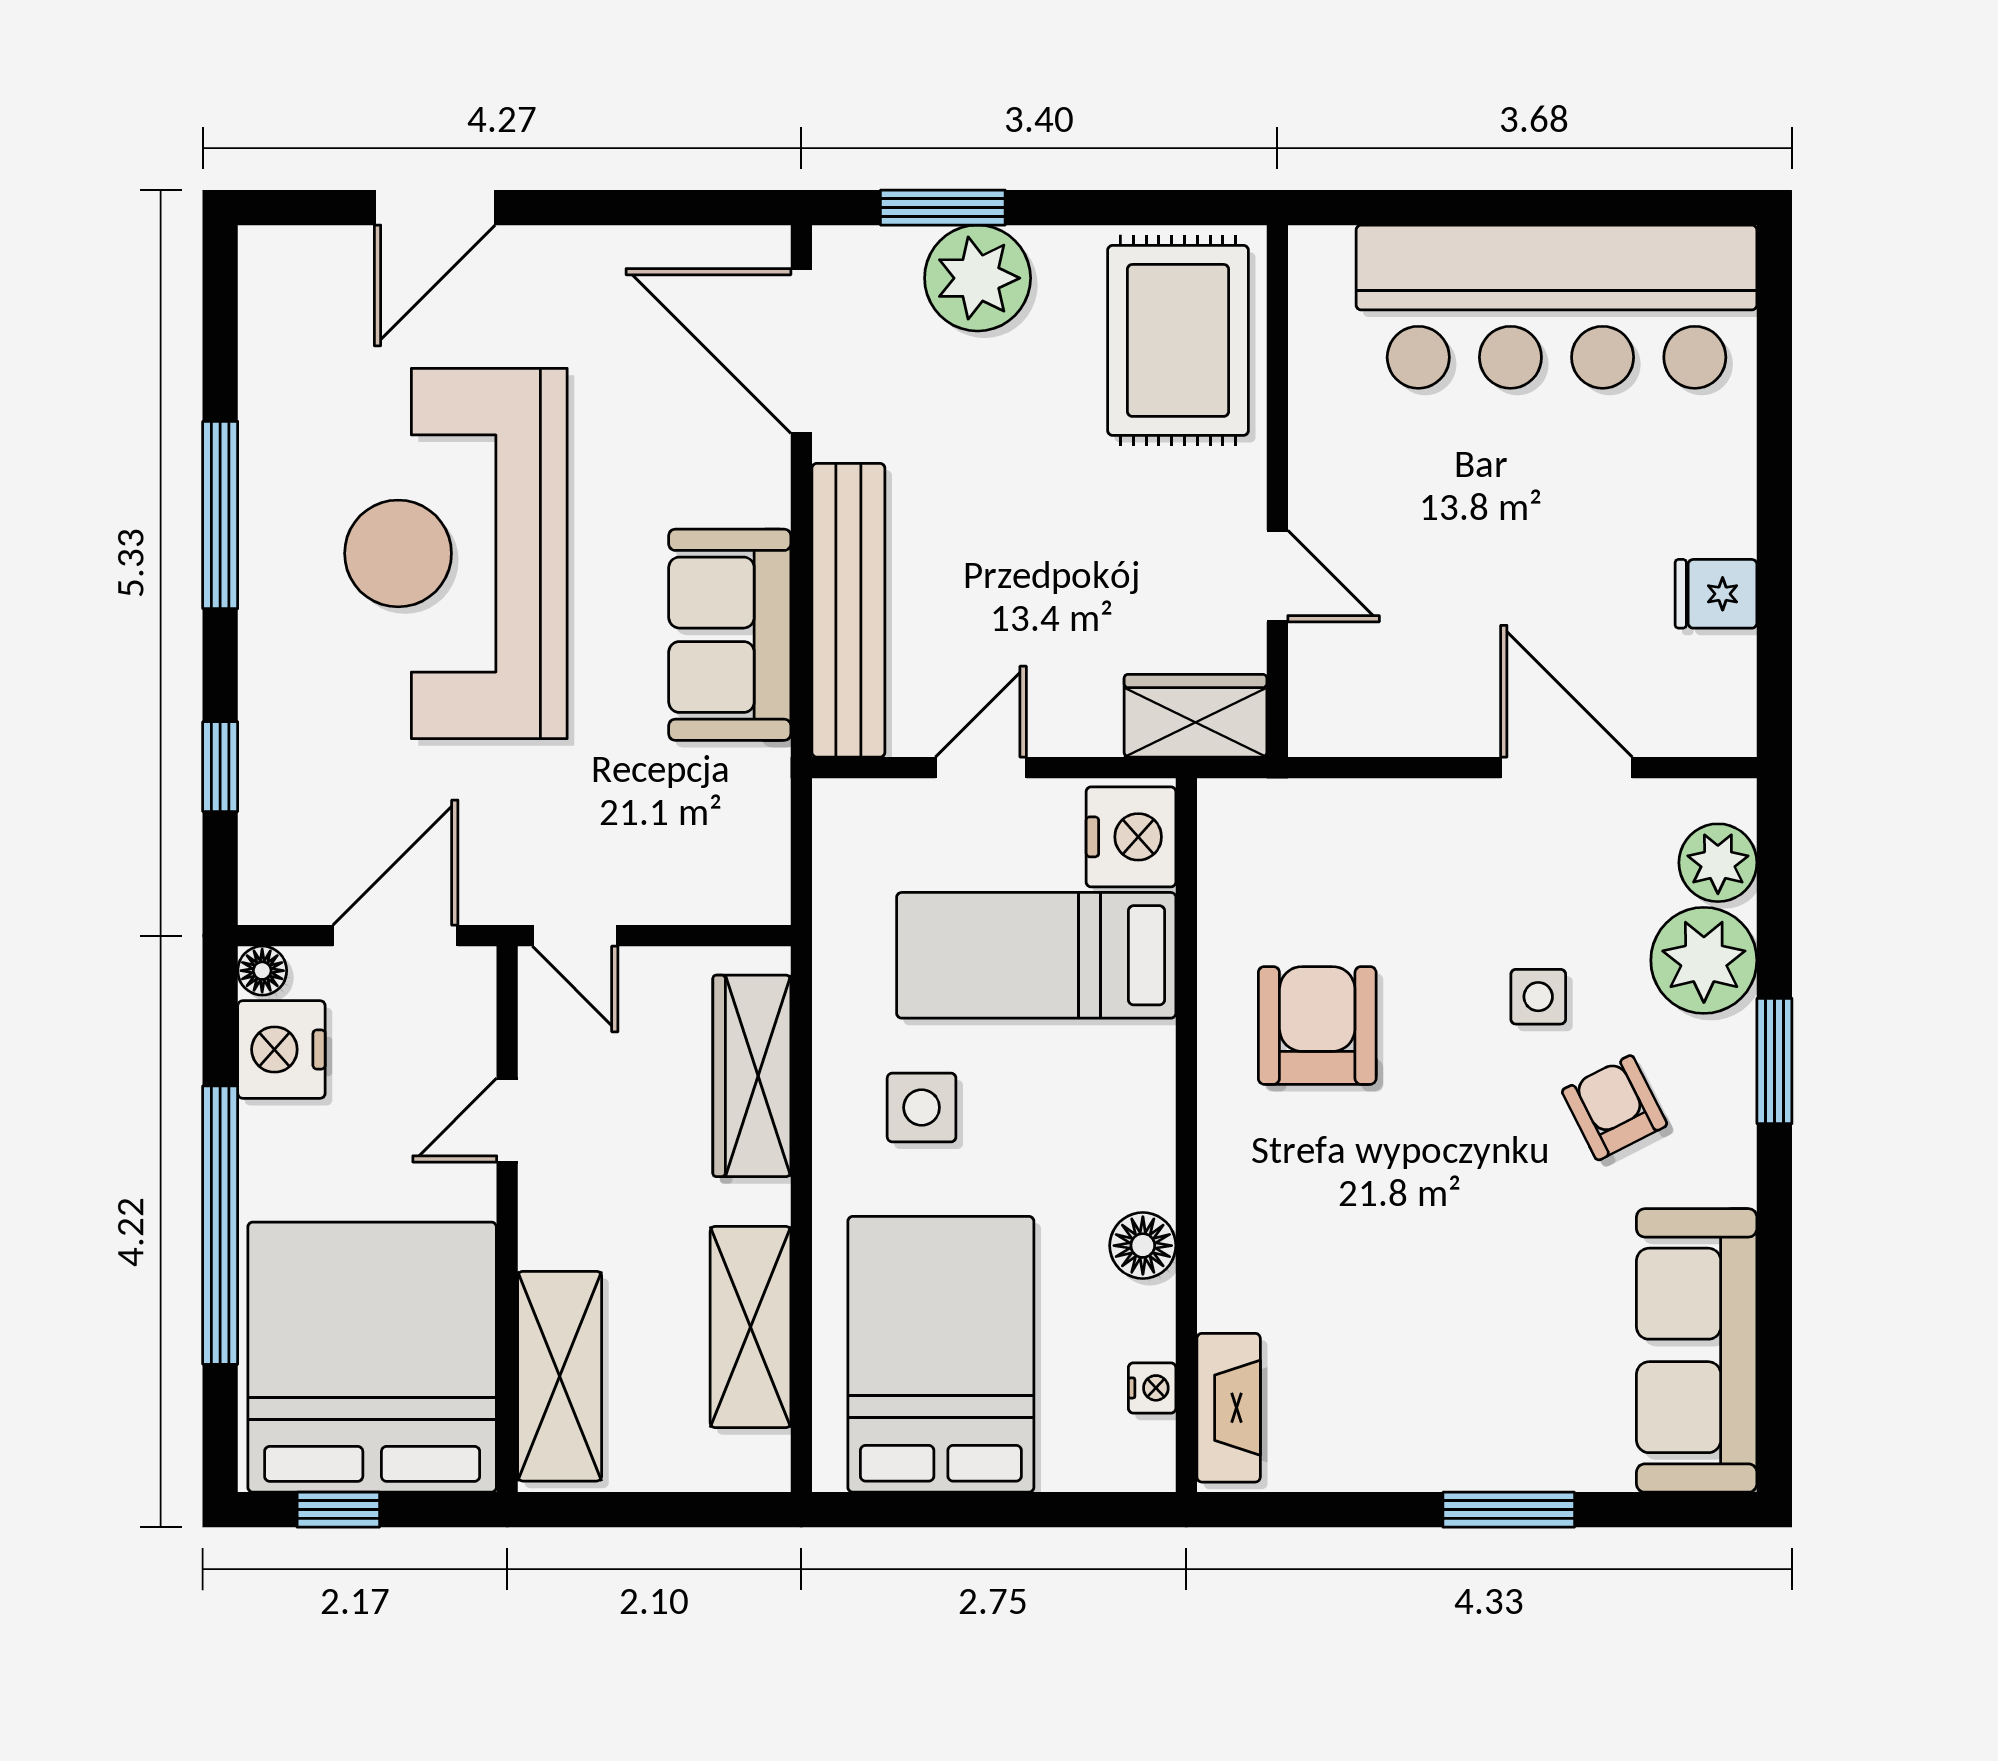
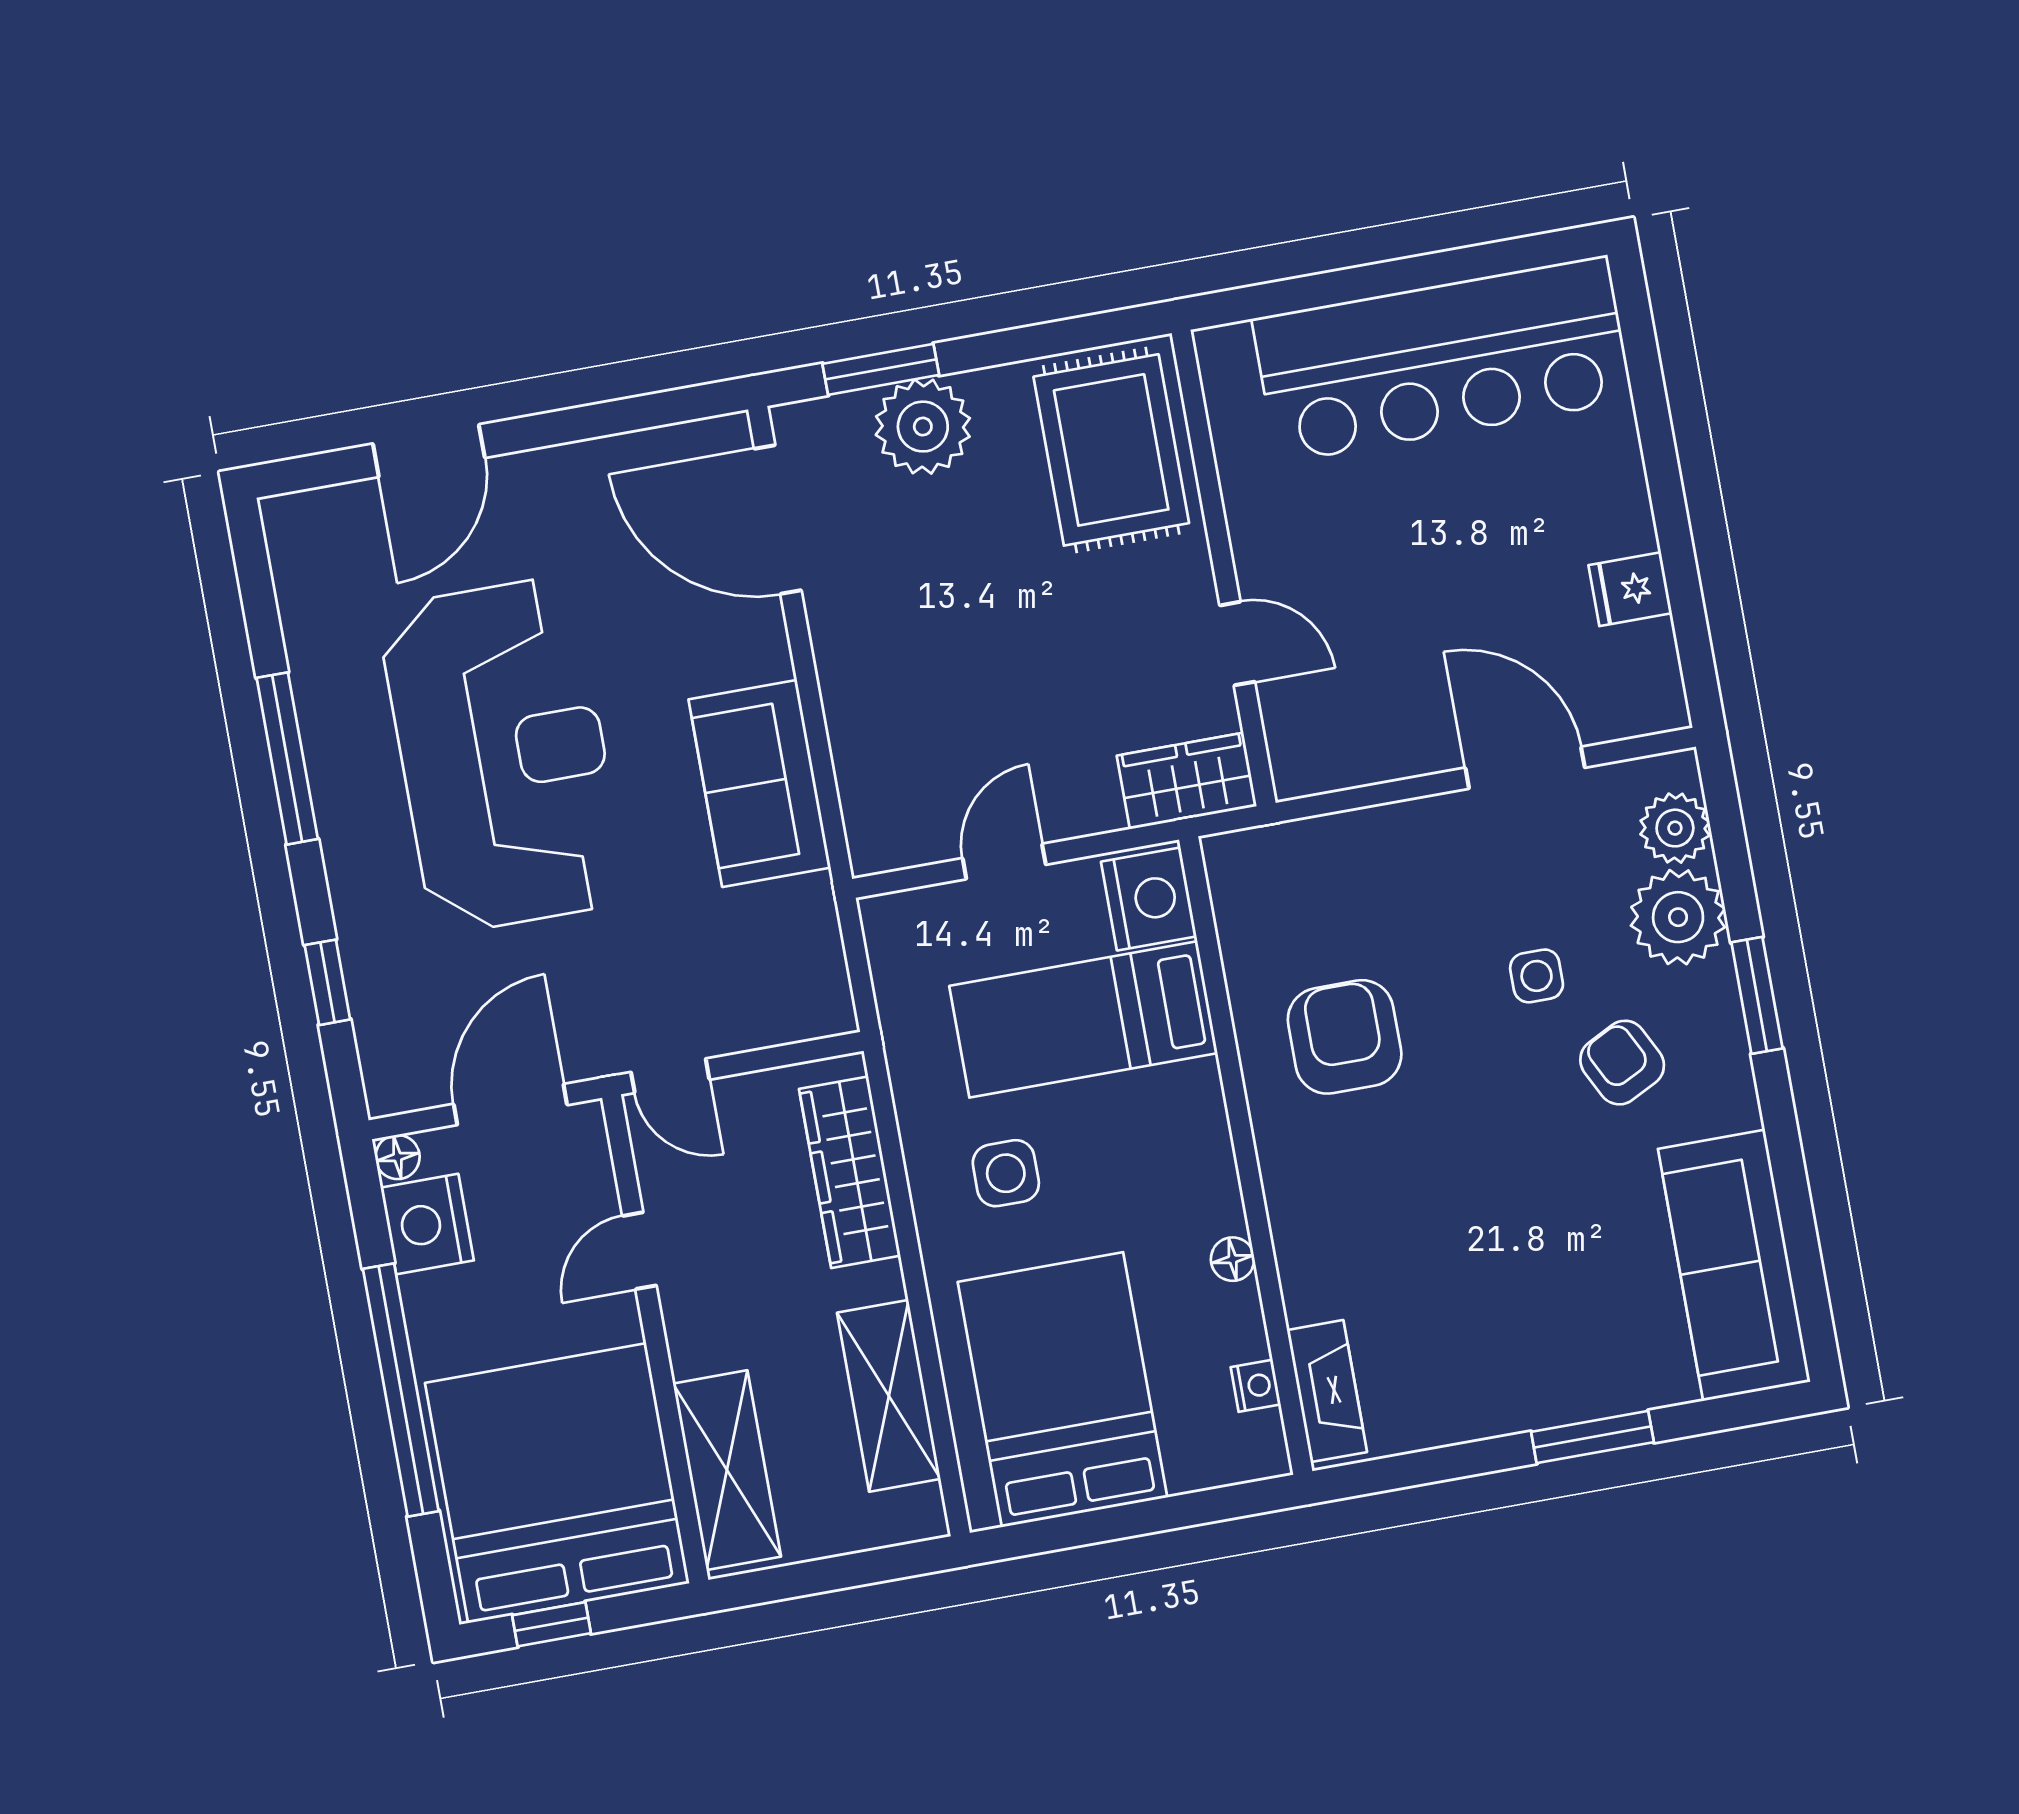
reception desk: (456, 553) -> (503, 755), turned 180
bench: (848, 610) -> (861, 743), removed
floor lamp: (1143, 1246) -> (1233, 1259), width x0.73, depth x0.73

